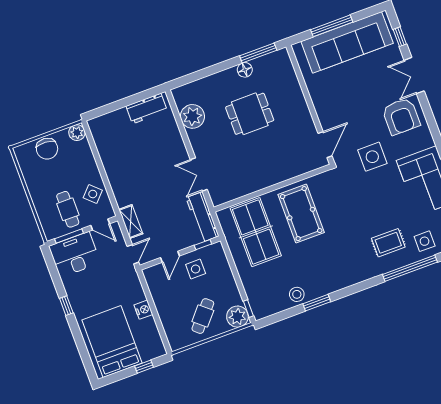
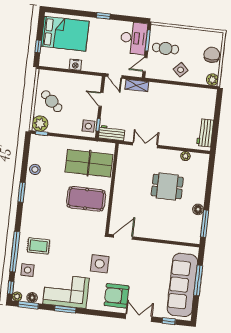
dining table: (250, 114) -> (167, 187), moved, turned 90
plant: (192, 116) -> (185, 156), width x0.53, depth x0.53
door: (325, 145) -> (123, 237), swing flipped
chair: (47, 149) -> (212, 55), turned 87
side table: (93, 194) -> (181, 70), moved
workbench: (202, 217) -> (112, 133), width x0.73
rug: (388, 243) -> (38, 246), turned 90
side table: (196, 269) -> (88, 126), moved
window: (317, 303) -> (22, 192), moved

